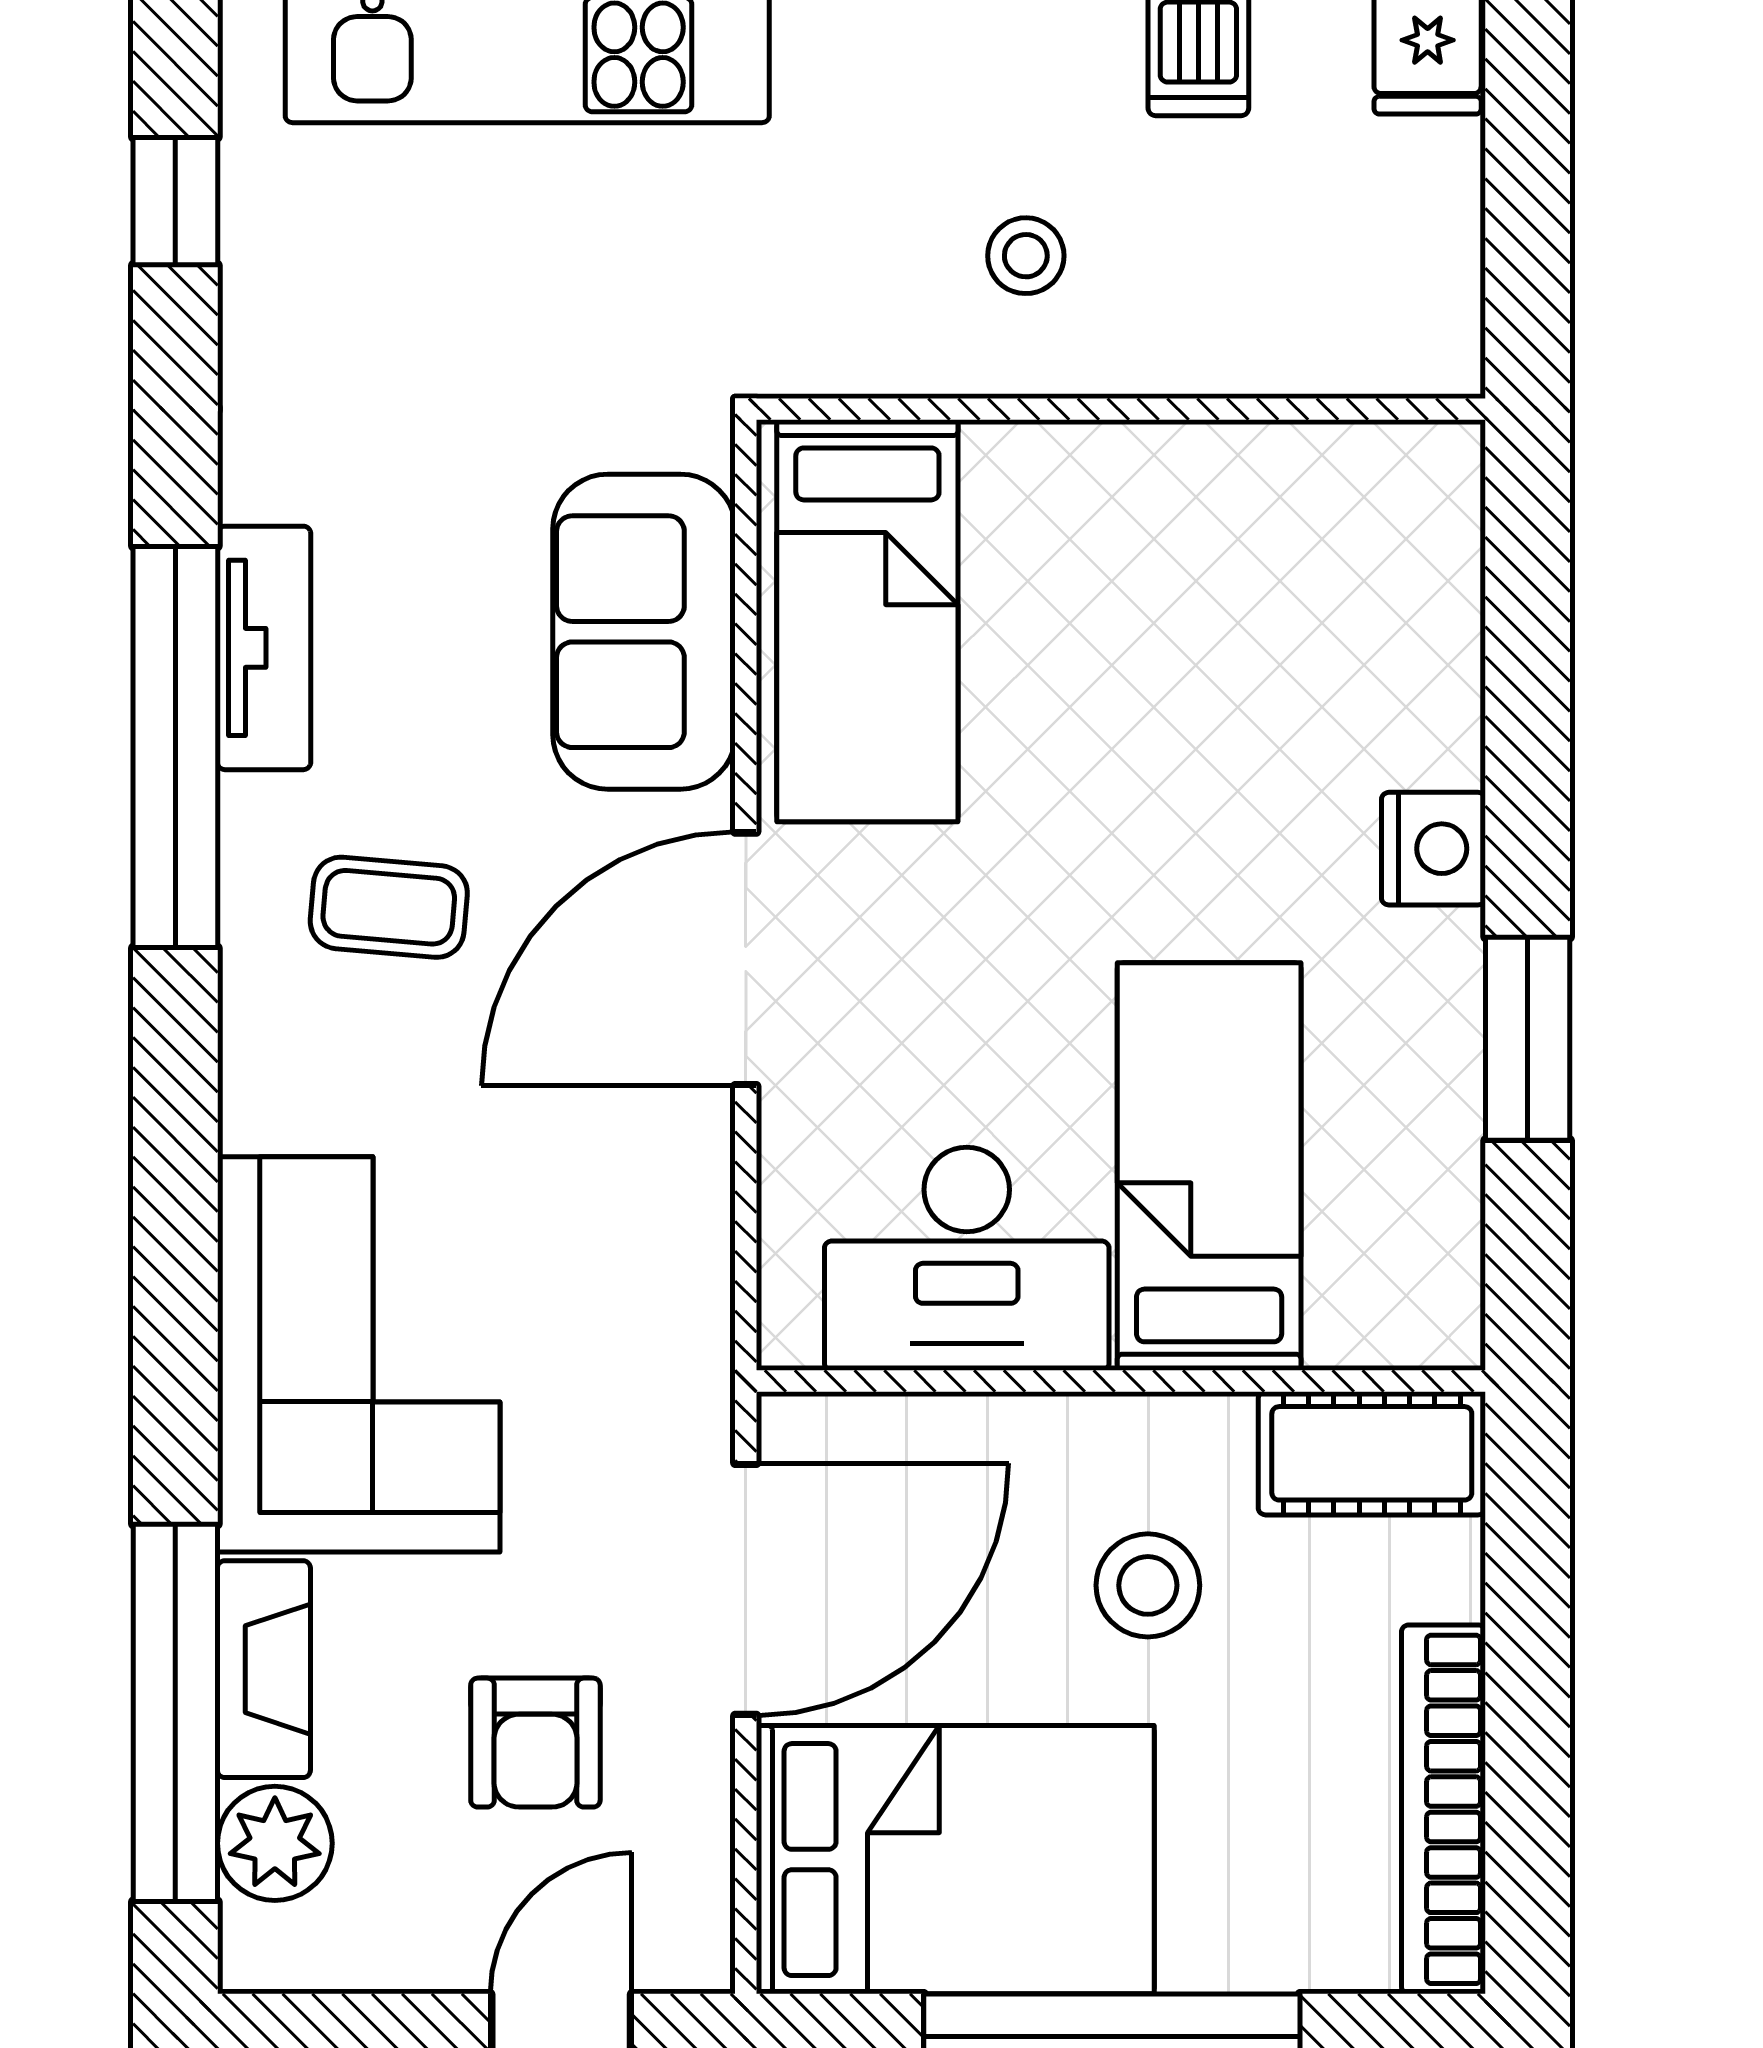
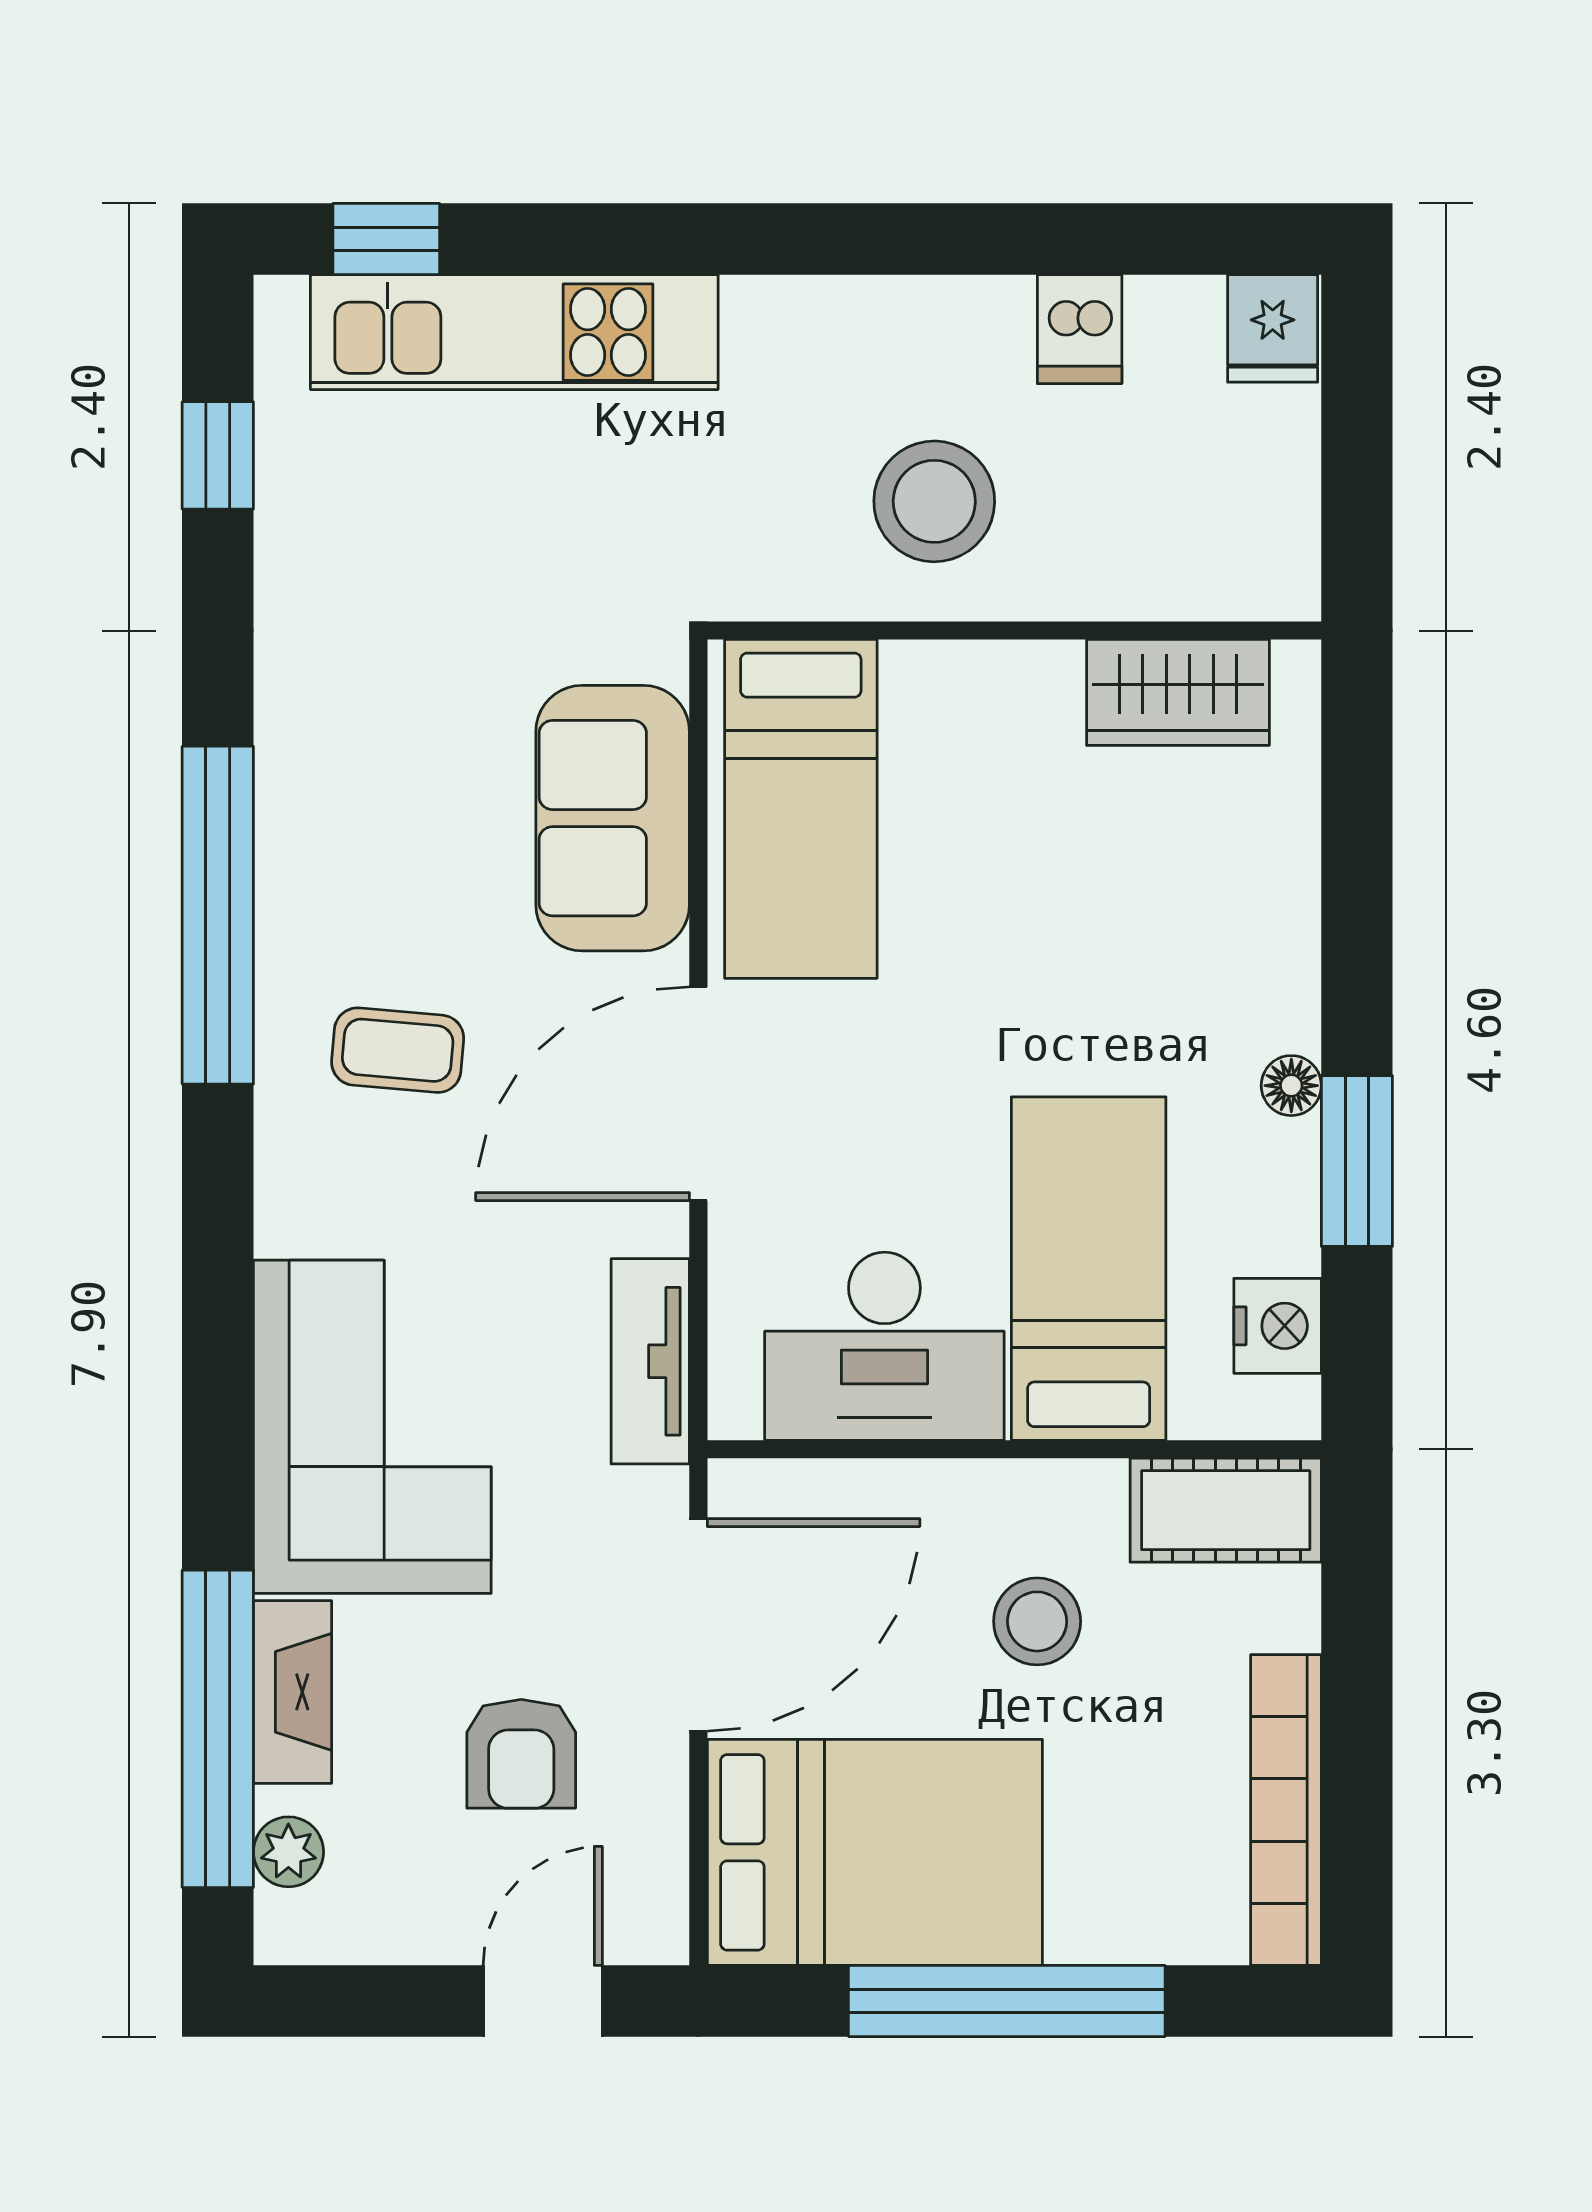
stool: (1026, 256) -> (934, 501), width x1.89, depth x1.89
wardrobe: (1315, 483) -> (1178, 692), added
tv unit: (264, 648) -> (650, 1361), moved, turned 180
nightstand: (1433, 849) -> (1278, 1326), moved
floor lamp: (1450, 949) -> (1291, 1086), added
plant: (275, 1843) -> (288, 1852), width x0.73, depth x0.73

